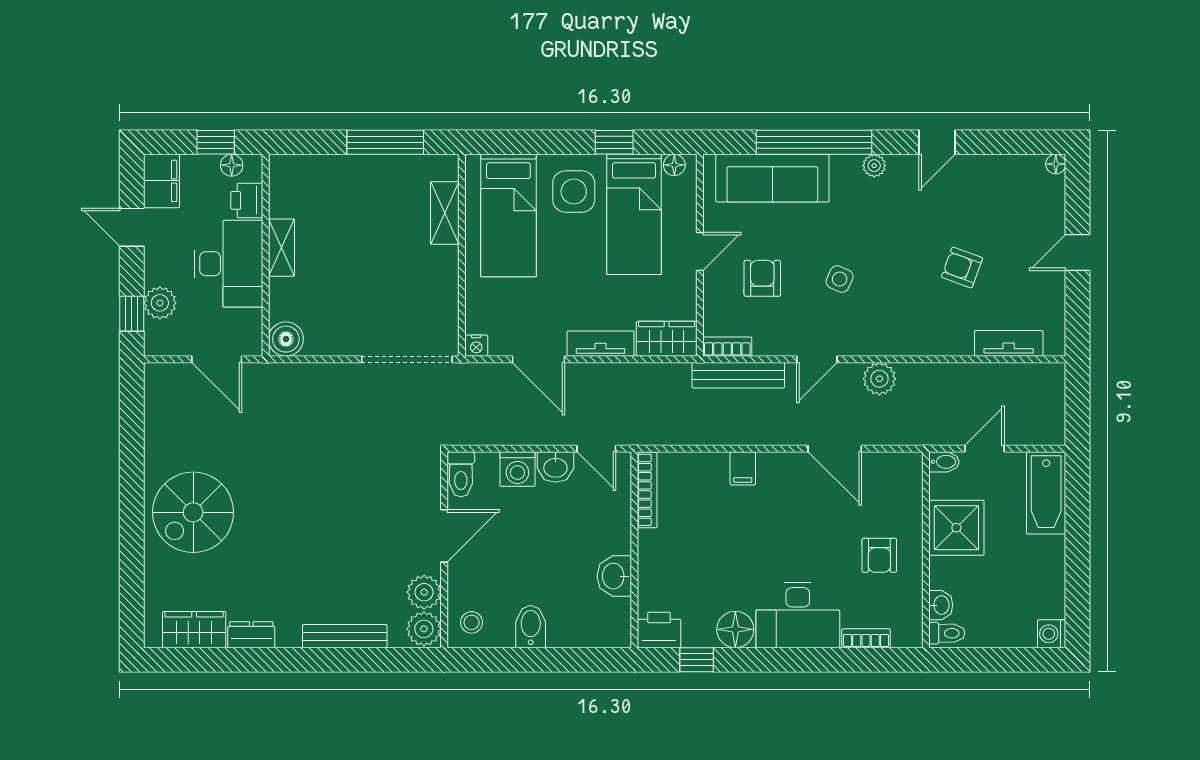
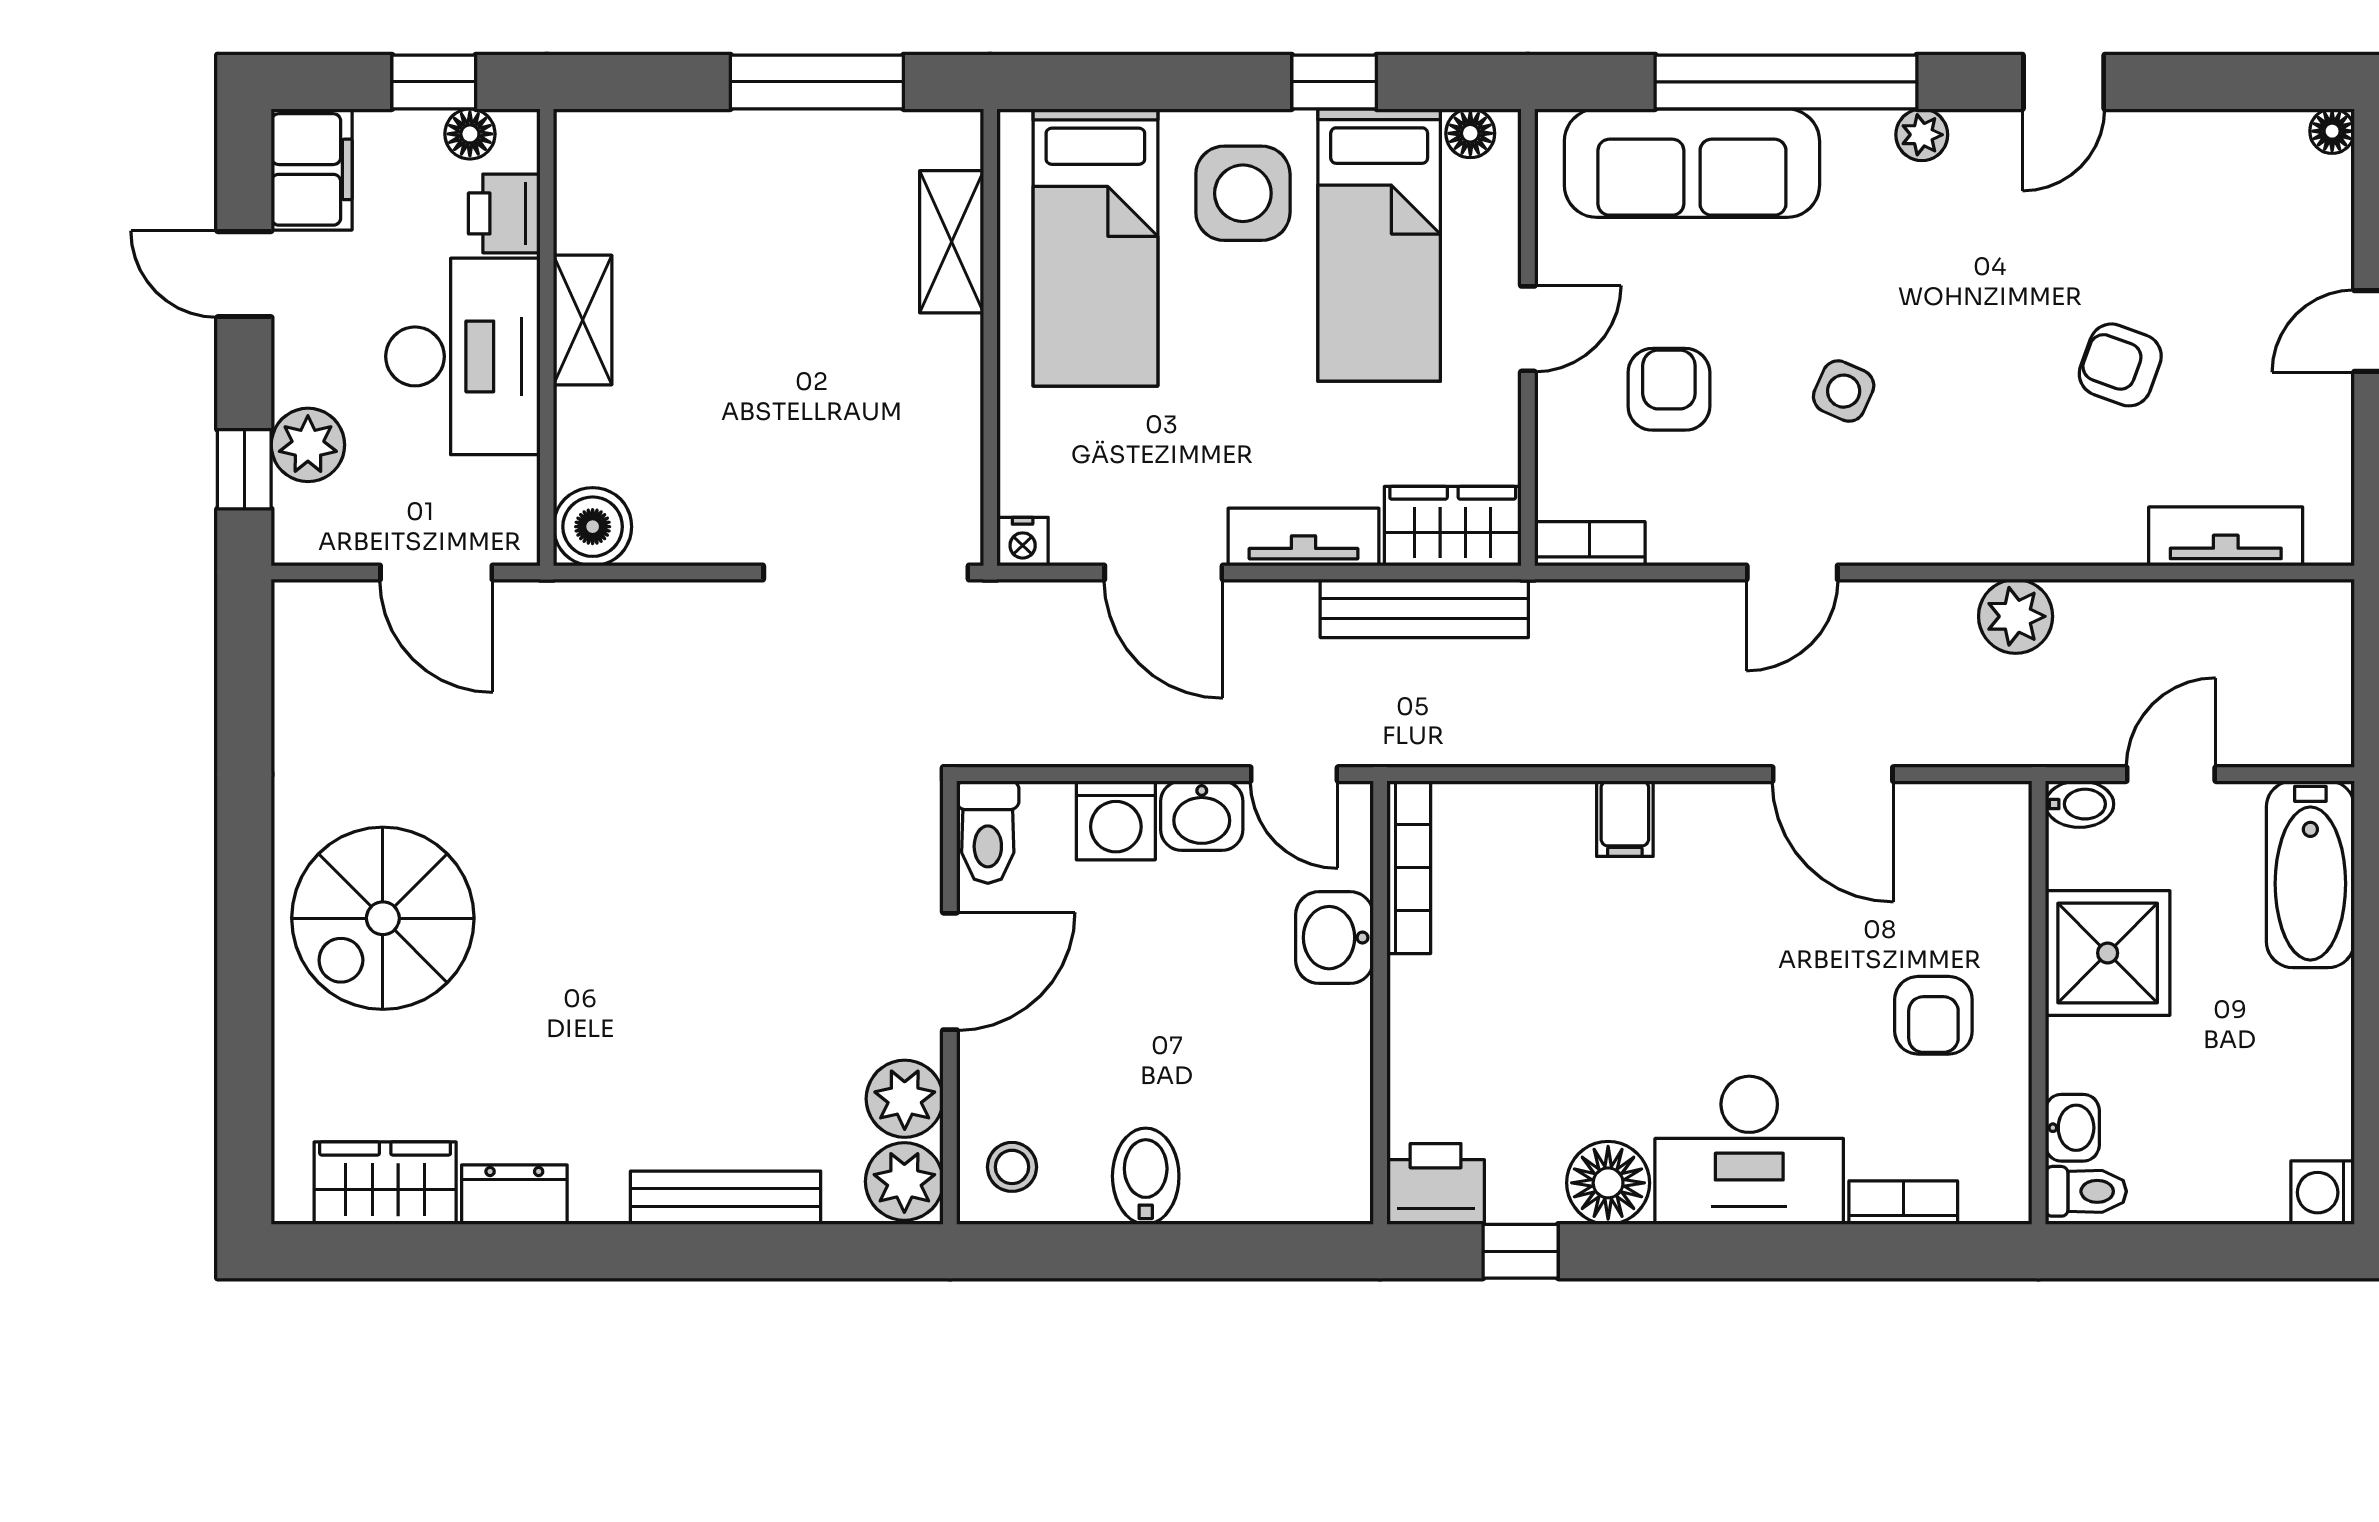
bench: (738, 375) -> (1424, 608), moved
plant: (879, 379) -> (2016, 616), moved
washbasin: (614, 576) -> (1334, 938), moved

